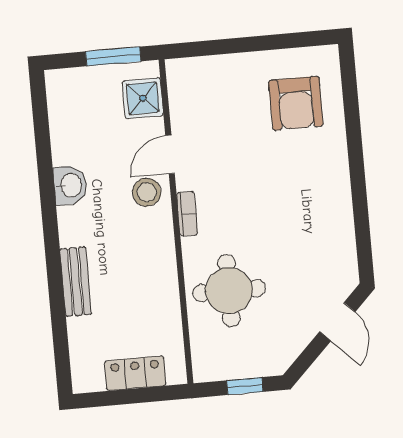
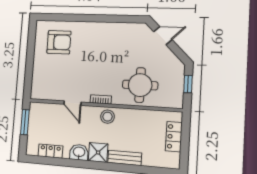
shower: (143, 98) -> (98, 152), moved
locker: (62, 124) -> (50, 151), added
stool: (147, 192) -> (108, 117), moved

